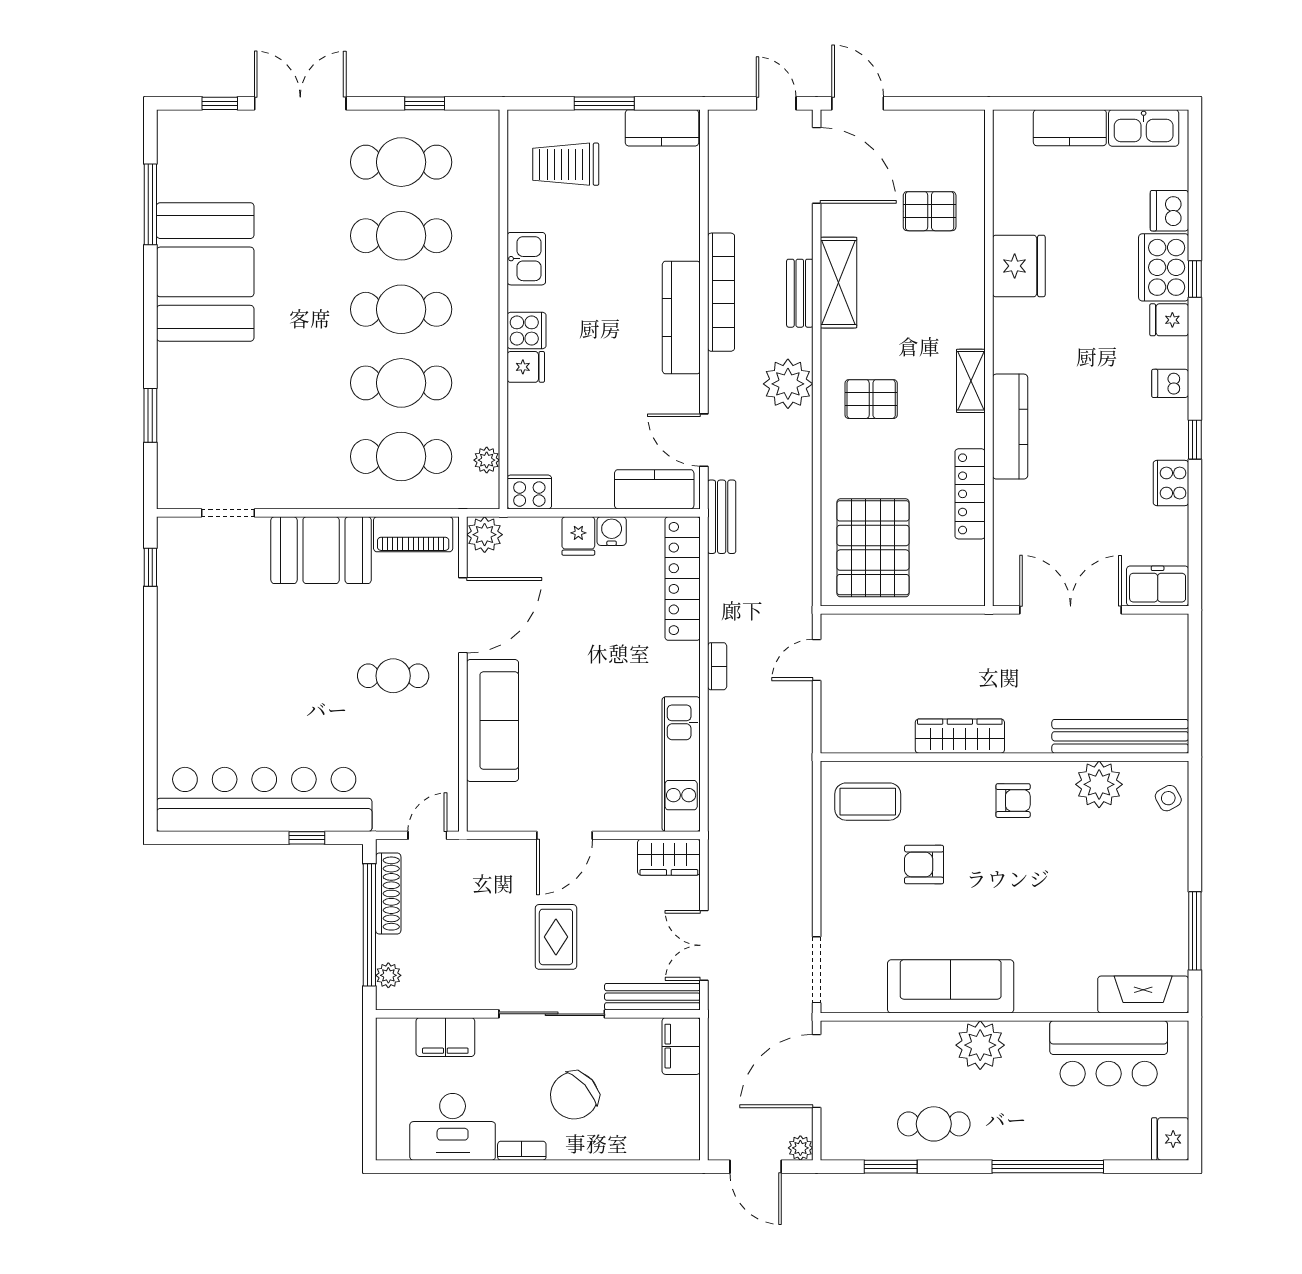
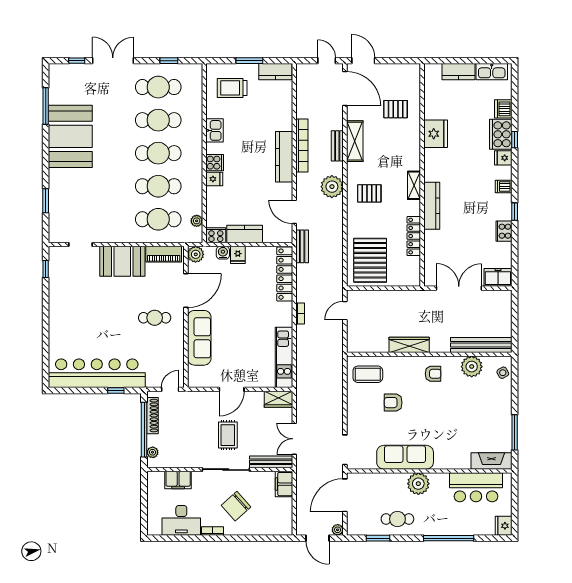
kitchen counter: (654, 489) -> (245, 234), moved
water cooler: (612, 531) -> (223, 253), moved

